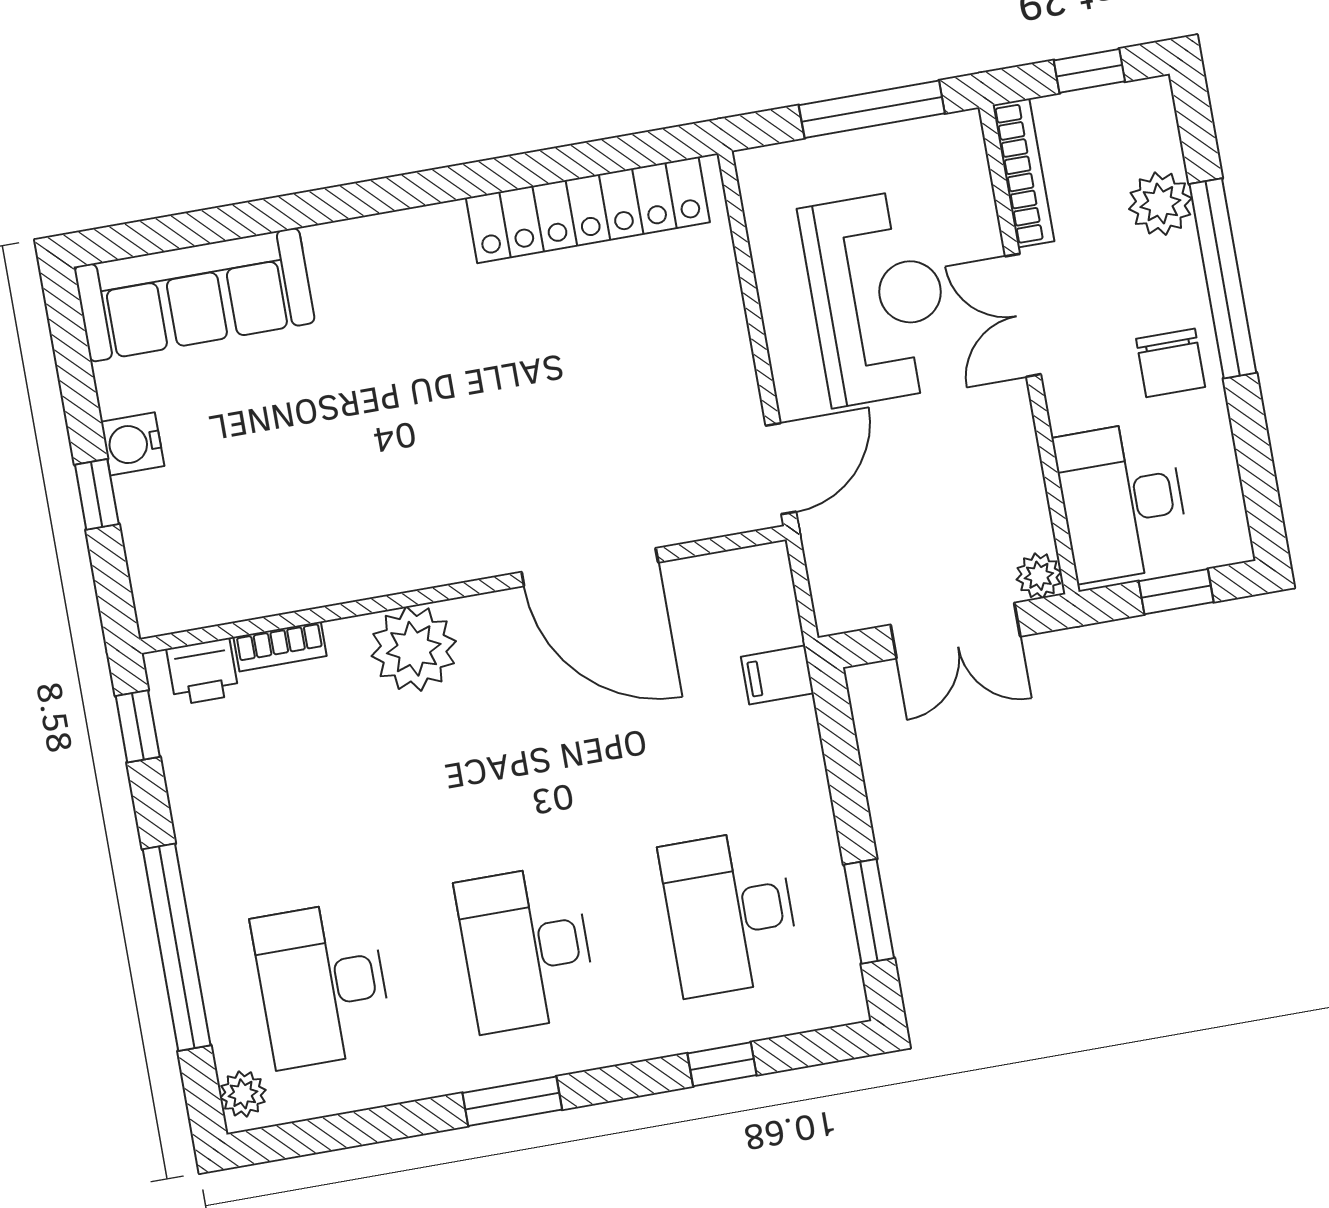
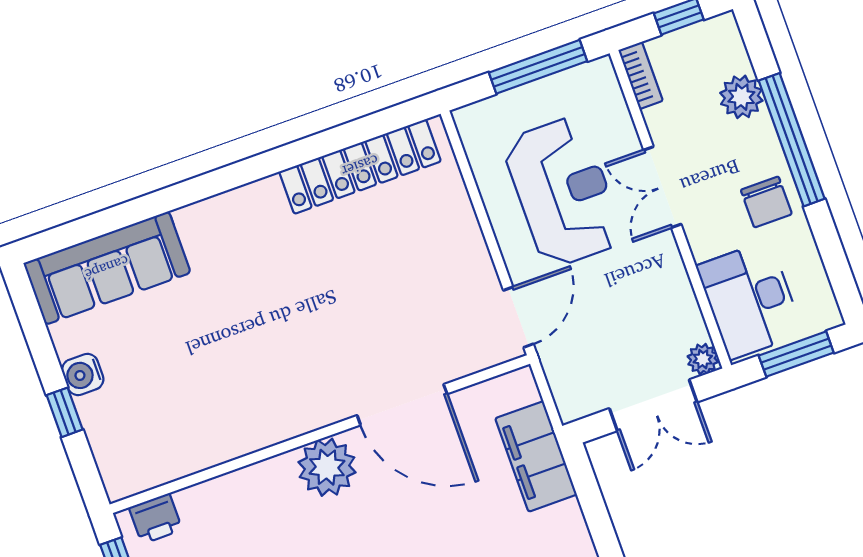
bookcase: (1023, 173) -> (641, 75), width x0.64
window: (1176, 592) -> (796, 354), width x1.50
bookcase: (280, 646) -> (204, 493), removed
plant: (414, 649) -> (327, 467), moved
filing cabinet: (777, 675) -> (536, 456), width x3.00, depth x1.17

